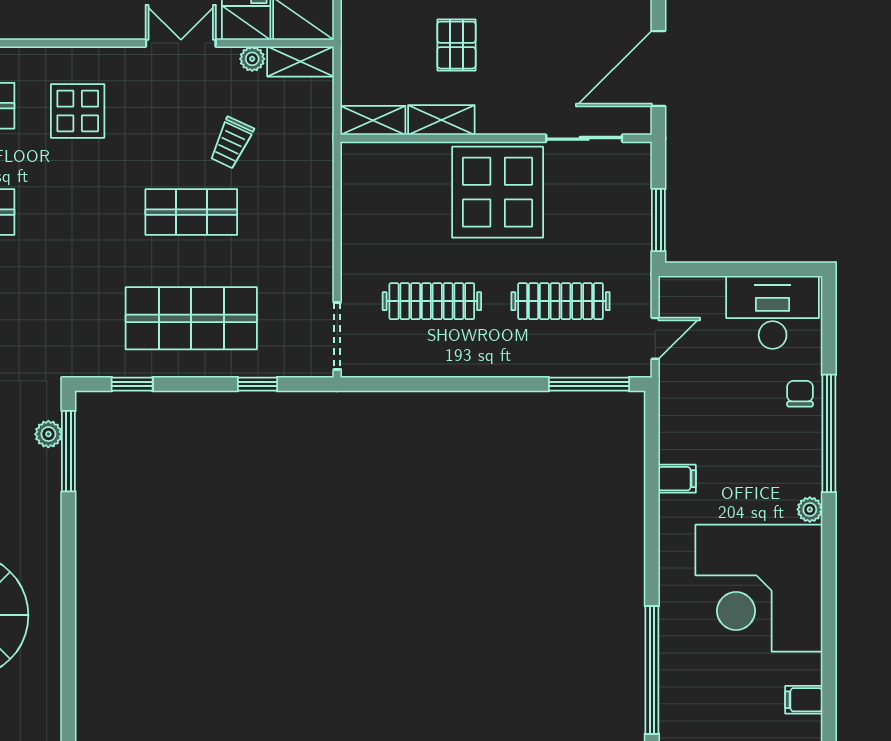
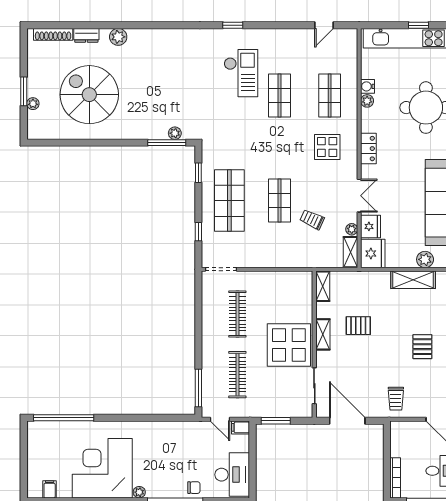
locker: (81, 23) -> (368, 149), added
shelving: (441, 120) -> (323, 334), moved
filing cabinet: (677, 479) -> (241, 427), moved, turned 90

